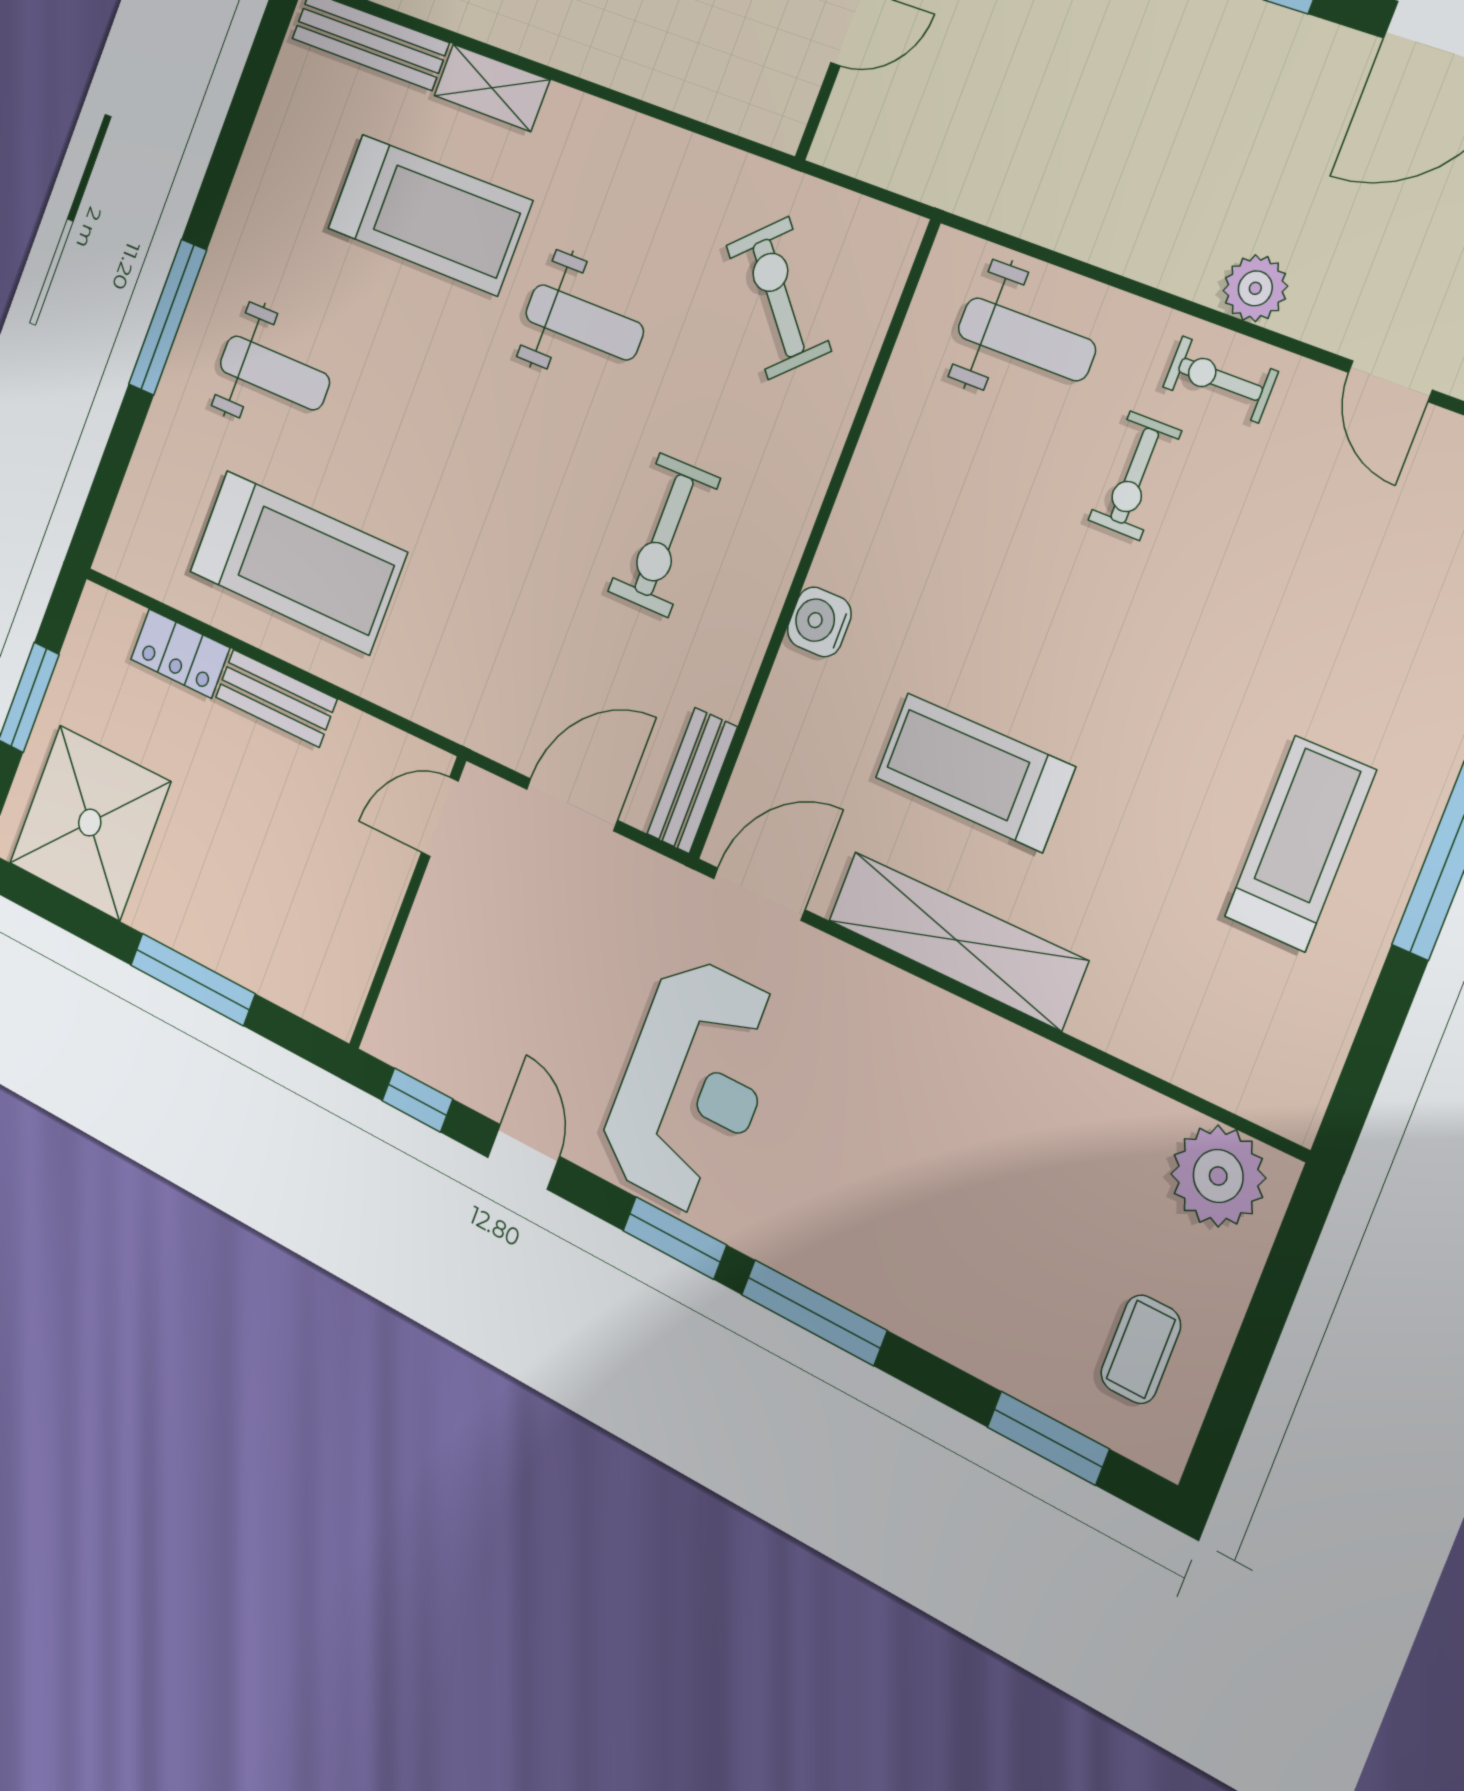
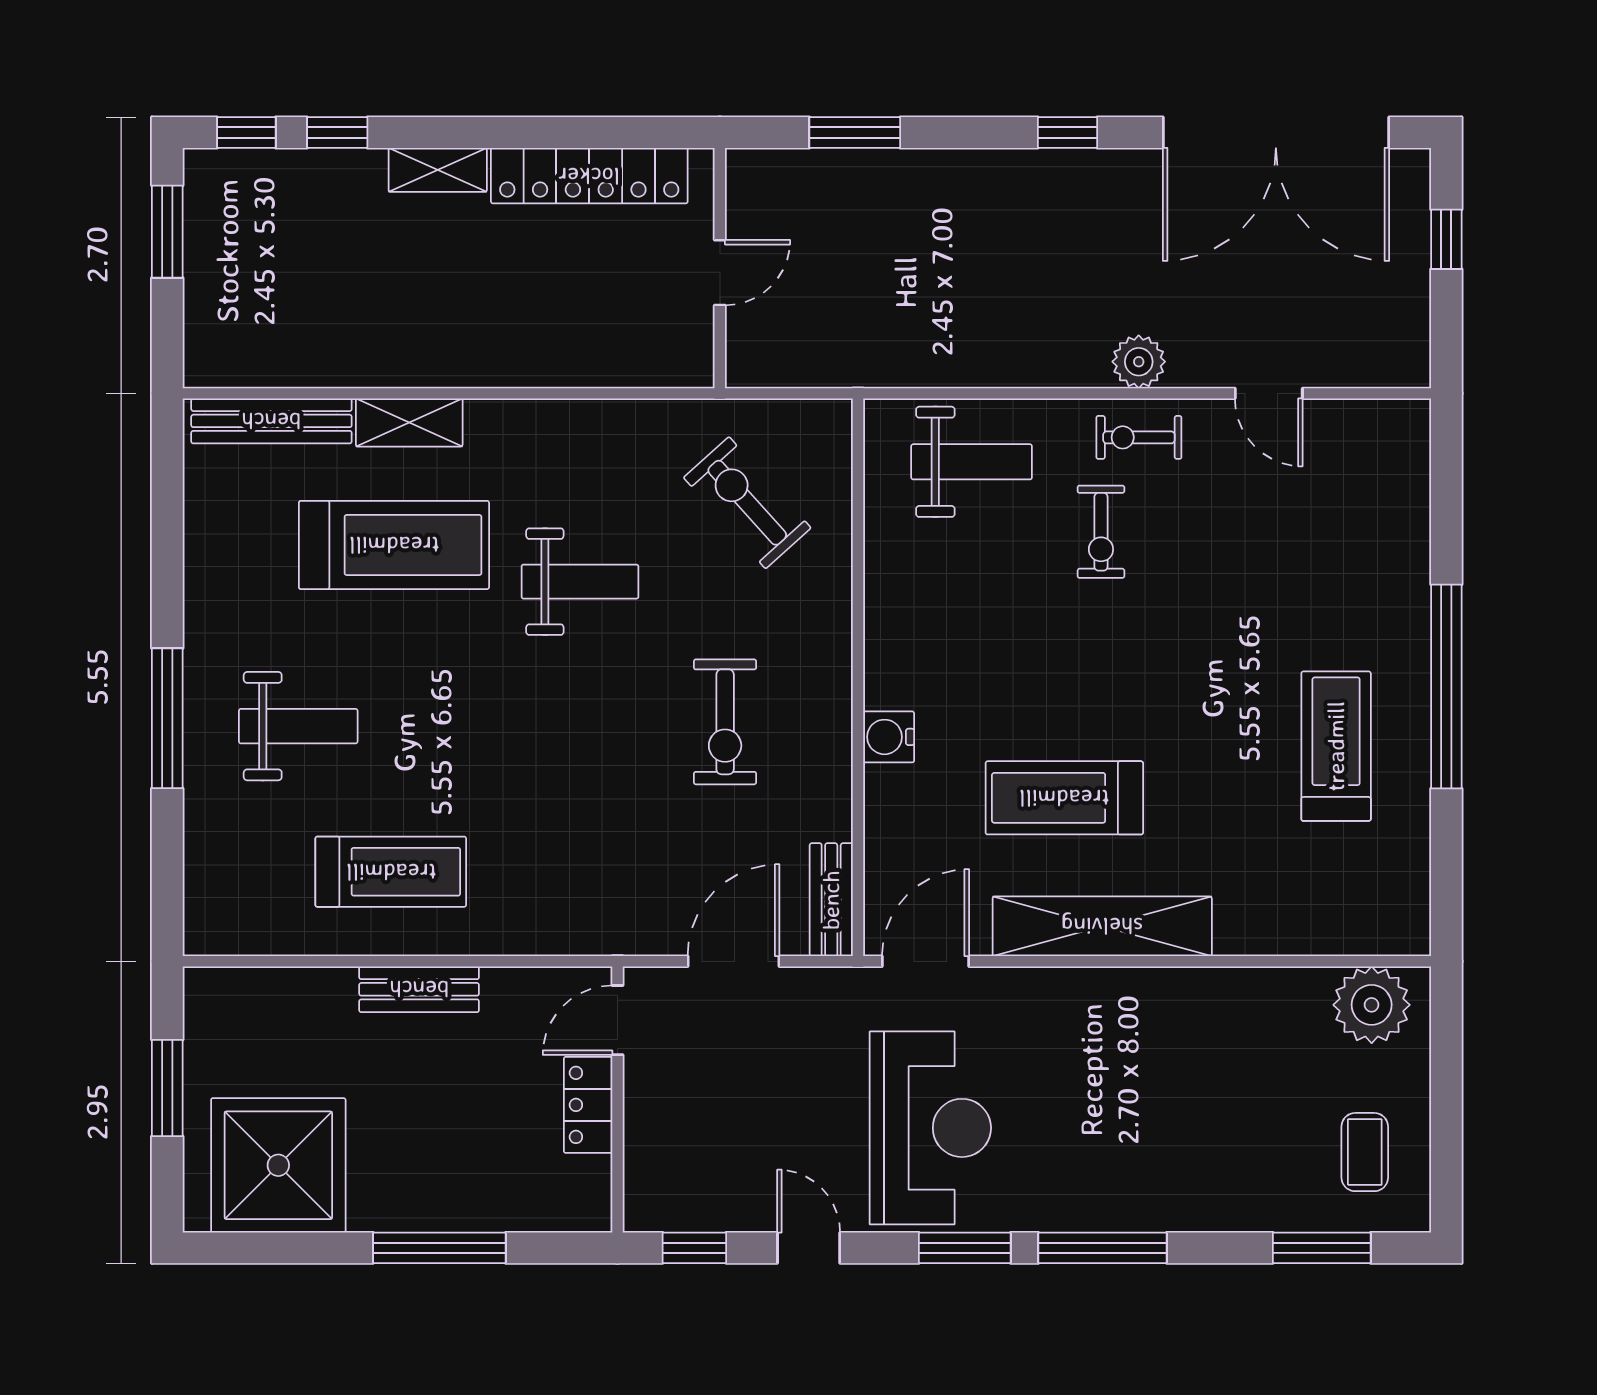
treadmill: (298, 562) -> (391, 872), width x0.73, depth x0.73
locker: (180, 653) -> (588, 1105), moved, turned 90

